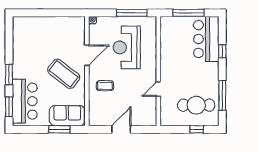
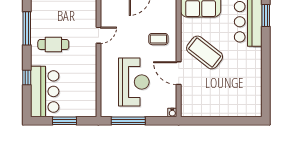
window: (189, 13) -> (65, 121), width x0.69
door: (87, 55) -> (179, 73), hinge flipped
window: (9, 75) -> (266, 52), removed
cafe table: (196, 105) -> (53, 44), moved, width x0.73, depth x0.74

